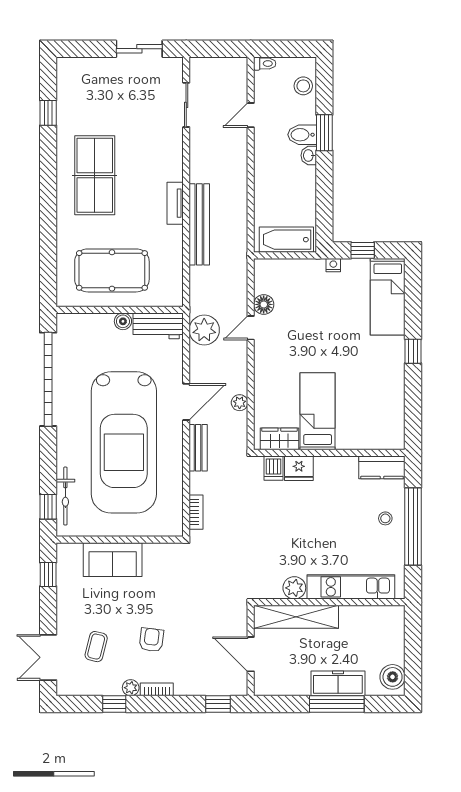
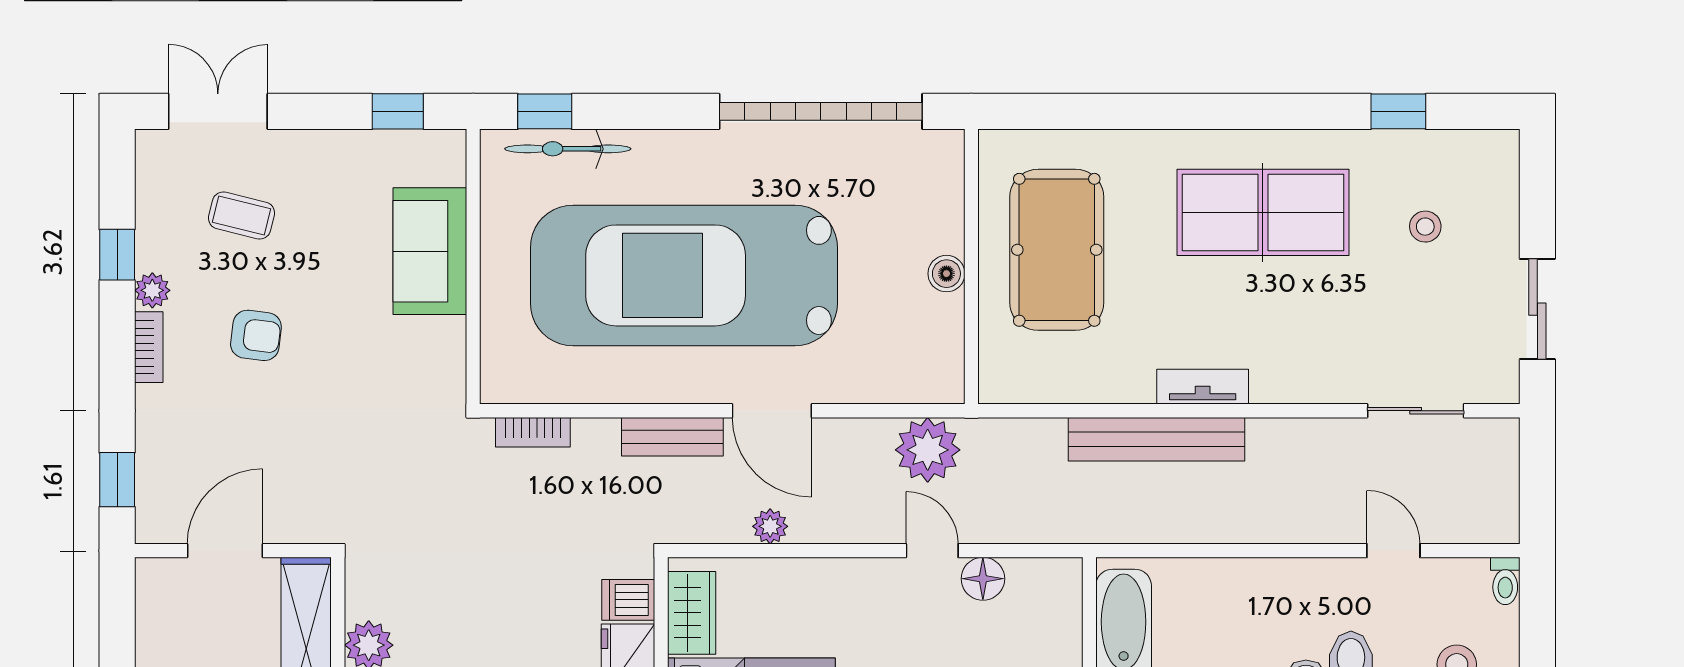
stool: (101, 100) -> (1425, 227), added
workbench: (158, 326) -> (937, 350), removed

